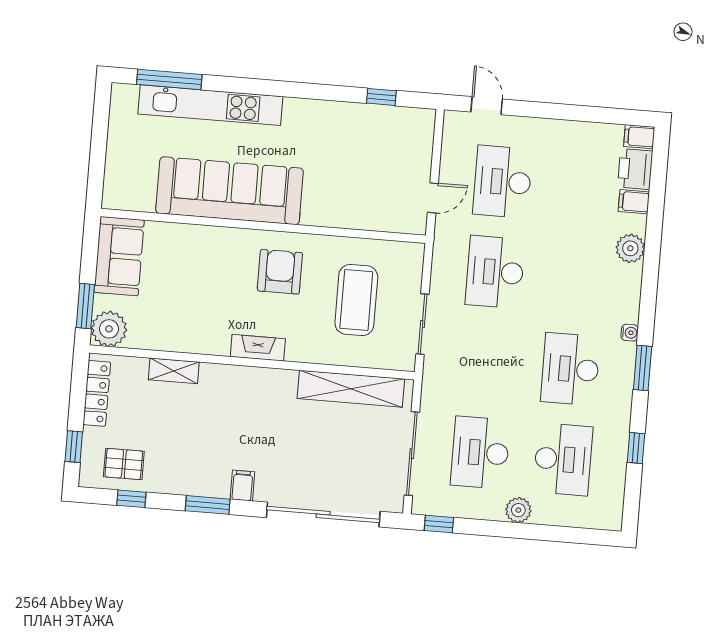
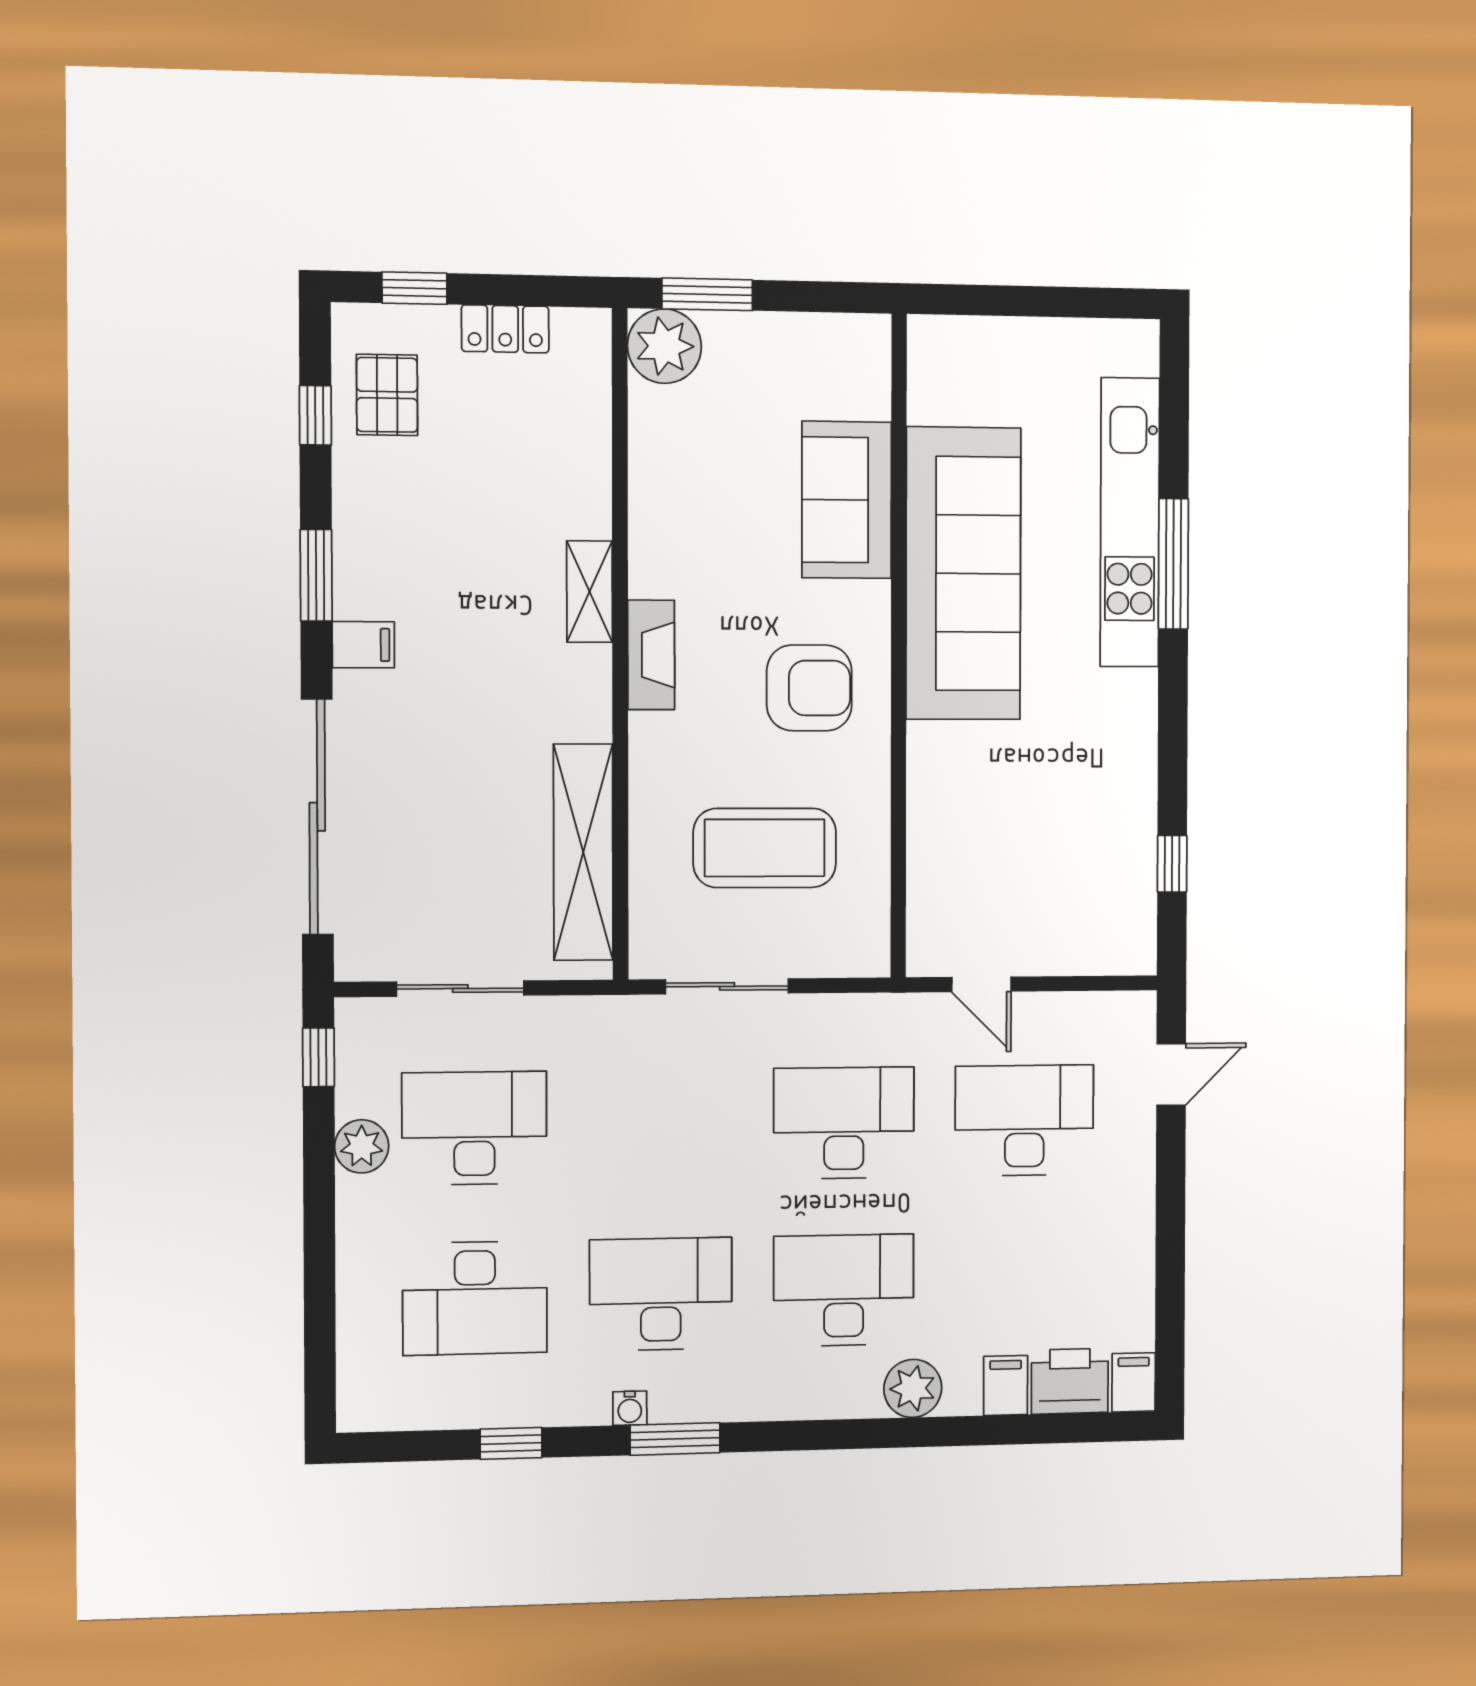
window: (169, 79) -> (1173, 564), moved
sofa: (119, 256) -> (847, 500), moved, turned 90
desk: (578, 279) -> (844, 1290), added
water cooler: (630, 333) -> (630, 1408), moved
shelving: (174, 371) -> (590, 592), moved
locker: (97, 393) -> (505, 329), width x0.66
sliding door: (412, 454) -> (460, 989), width x0.73
plant: (518, 510) -> (362, 1146), moved

